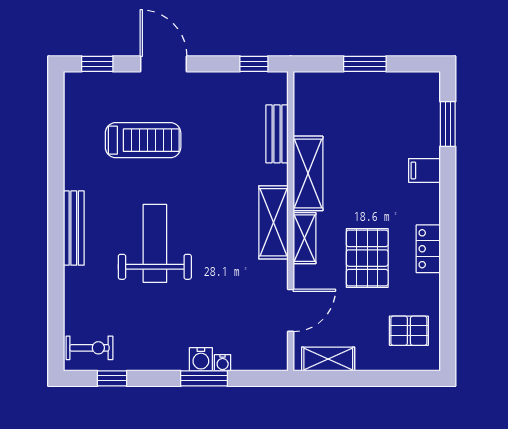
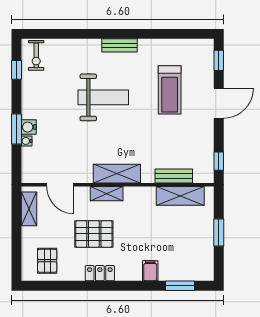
shelving: (308, 173) -> (180, 196), moved
bench: (74, 228) -> (119, 45), width x0.73

